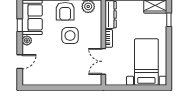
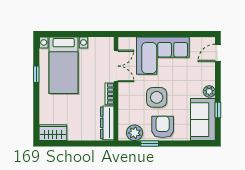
window: (169, 20) -> (36, 74), moved
door: (20, 62) -> (218, 53), moved
corner sofa: (65, 70) -> (163, 56), added

